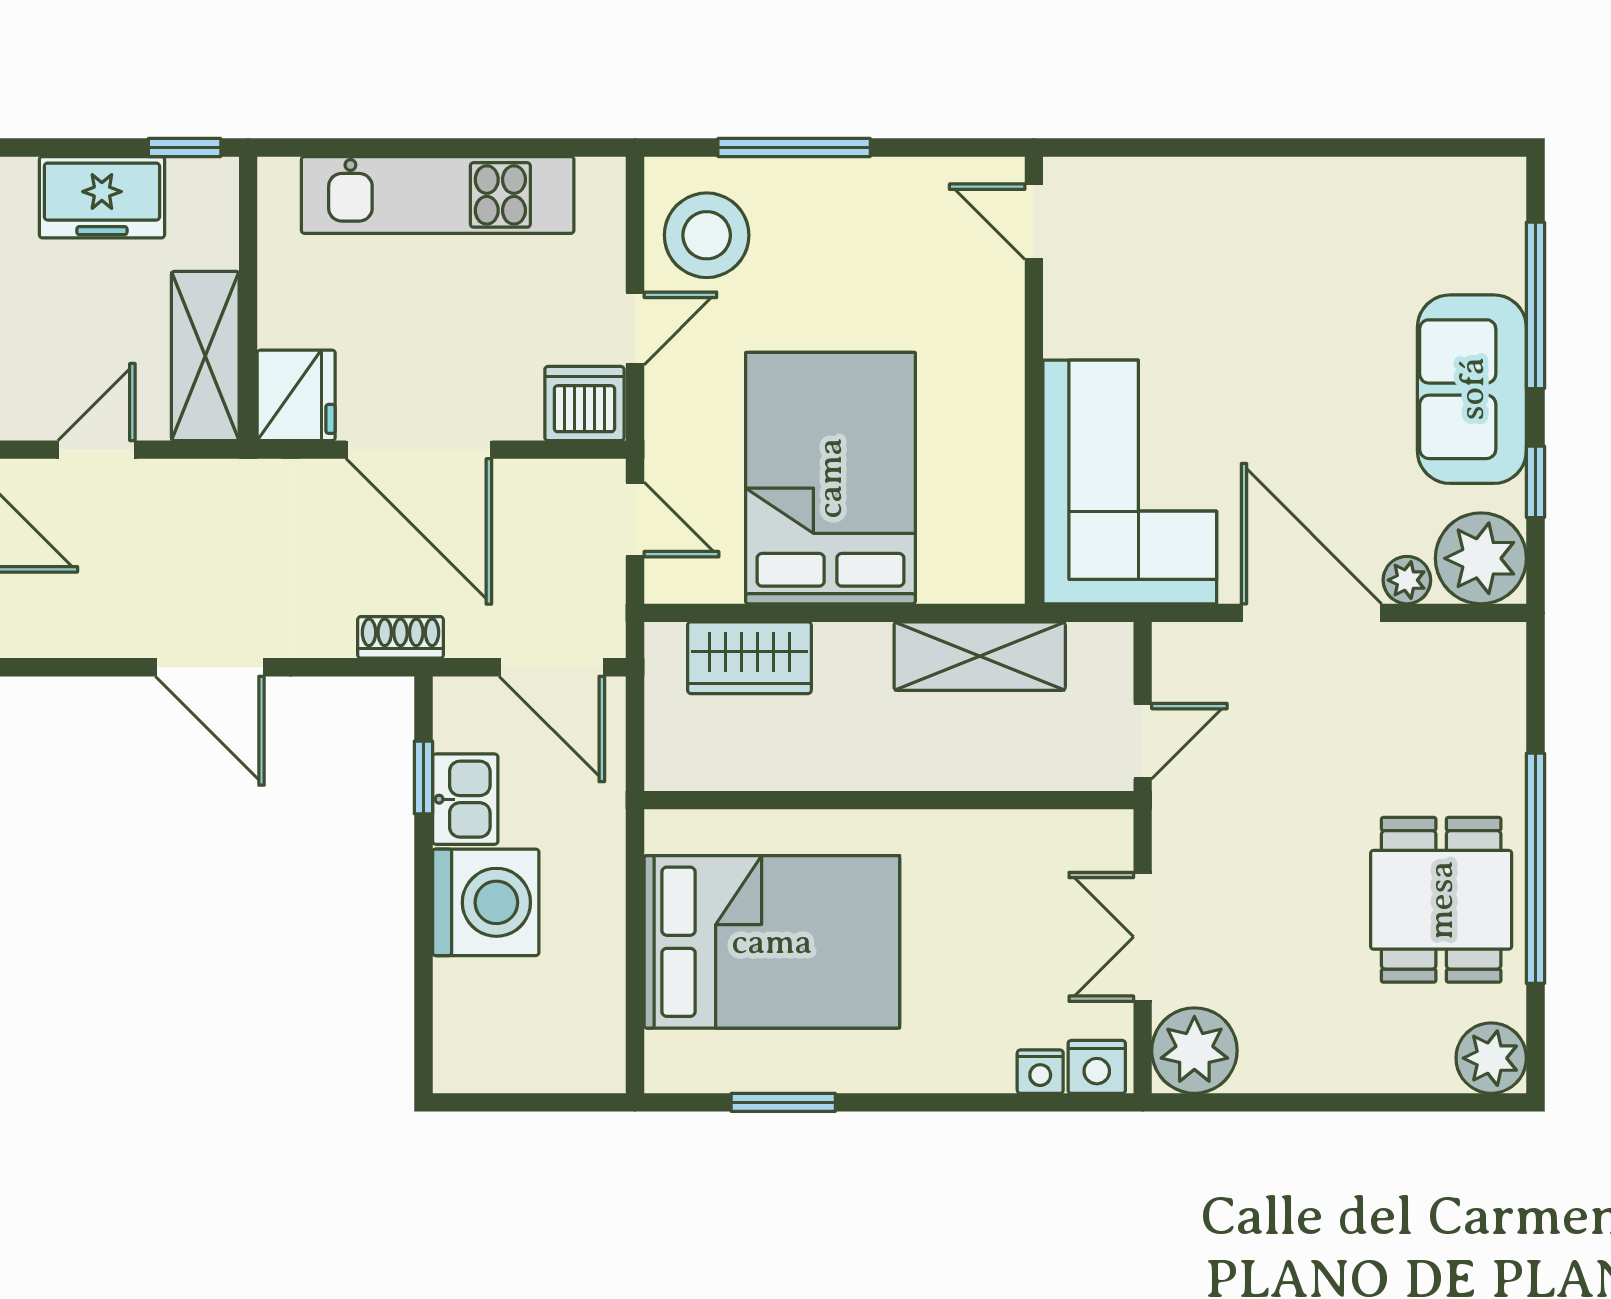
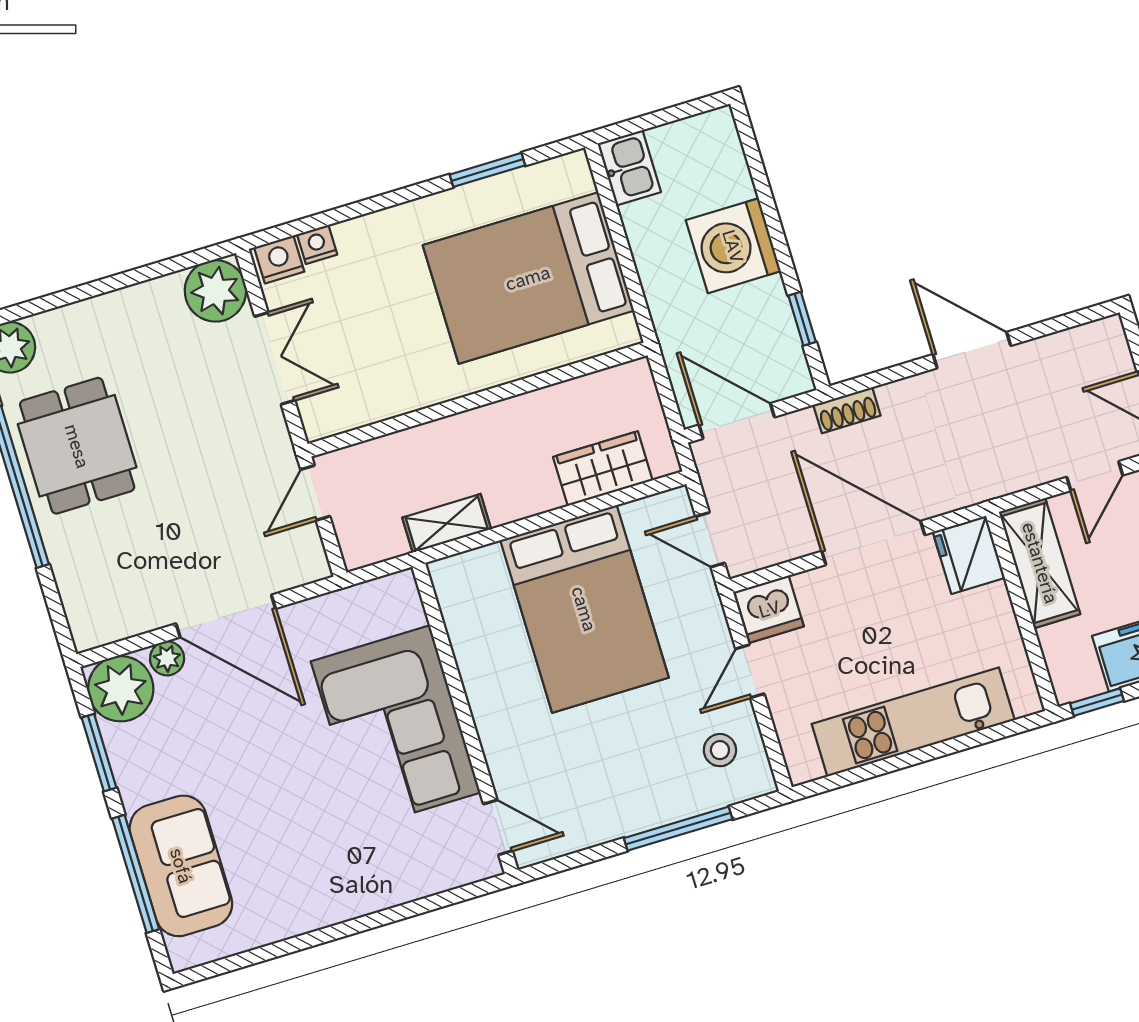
stool: (707, 235) -> (720, 750), width x0.53, depth x0.53
sofa: (1472, 389) -> (181, 866), moved
corner sofa: (1130, 482) -> (396, 727), moved
window: (1535, 482) -> (99, 753), width x1.50
shelving: (980, 656) -> (447, 523), width x0.67, depth x0.75
kitchen sink: (465, 799) -> (629, 168), moved, turned 180

